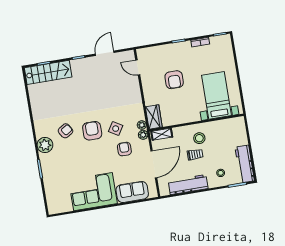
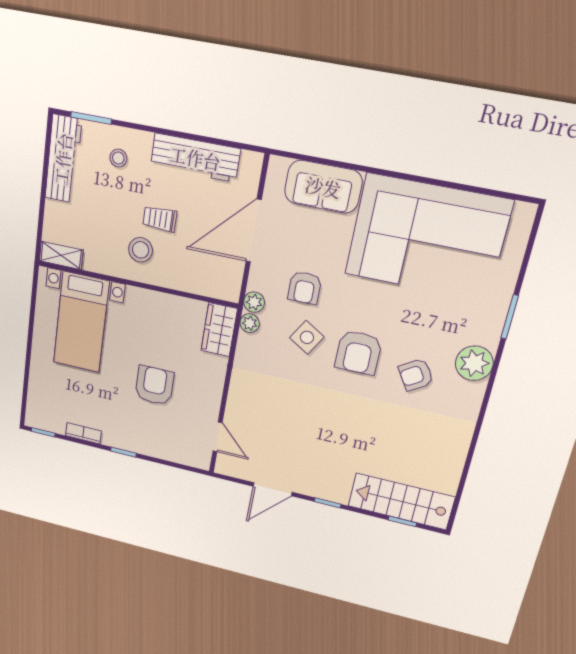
shelving: (162, 134) -> (61, 255), moved
corner sofa: (93, 192) -> (427, 238), width x1.36, depth x1.36

